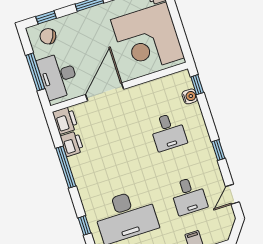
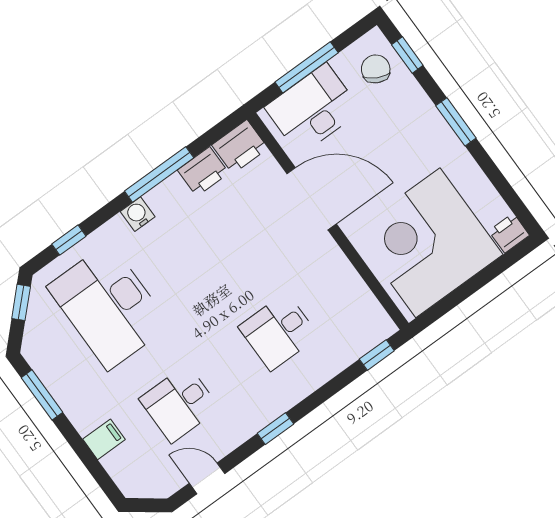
water cooler: (190, 96) -> (138, 214), moved, turned 180

